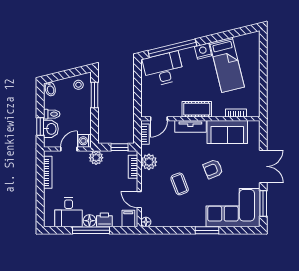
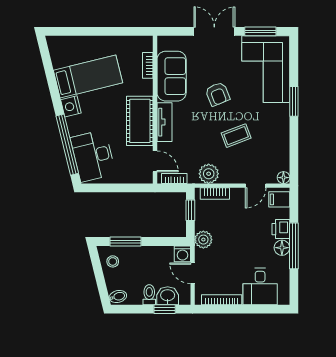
cot: (197, 109) -> (140, 121), width x1.37, depth x1.34
desk: (69, 212) -> (260, 287), moved, turned 90

